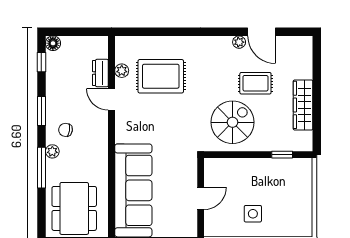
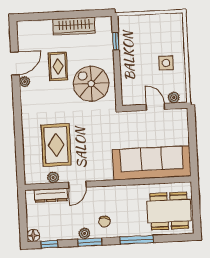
dresser: (100, 73) -> (51, 195), width x1.44
plant: (52, 151) -> (85, 233), moved
plant: (211, 221) -> (174, 98), added

